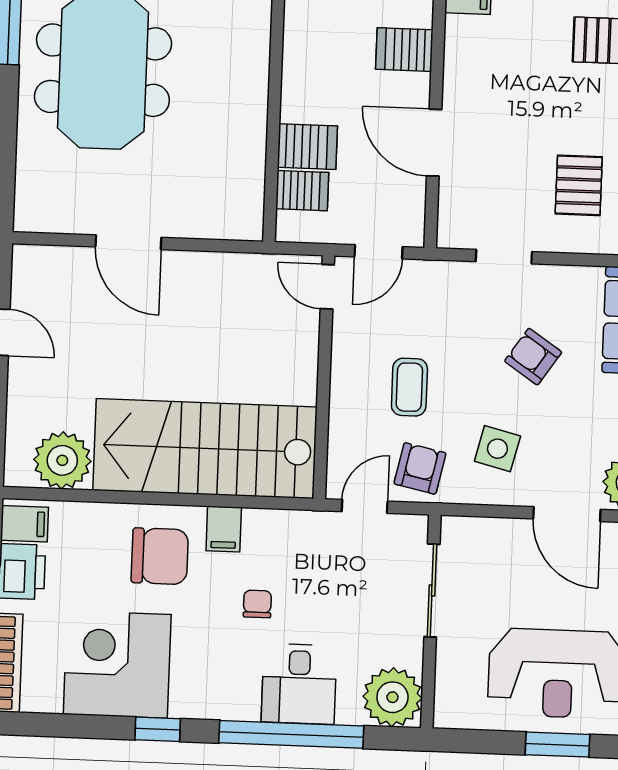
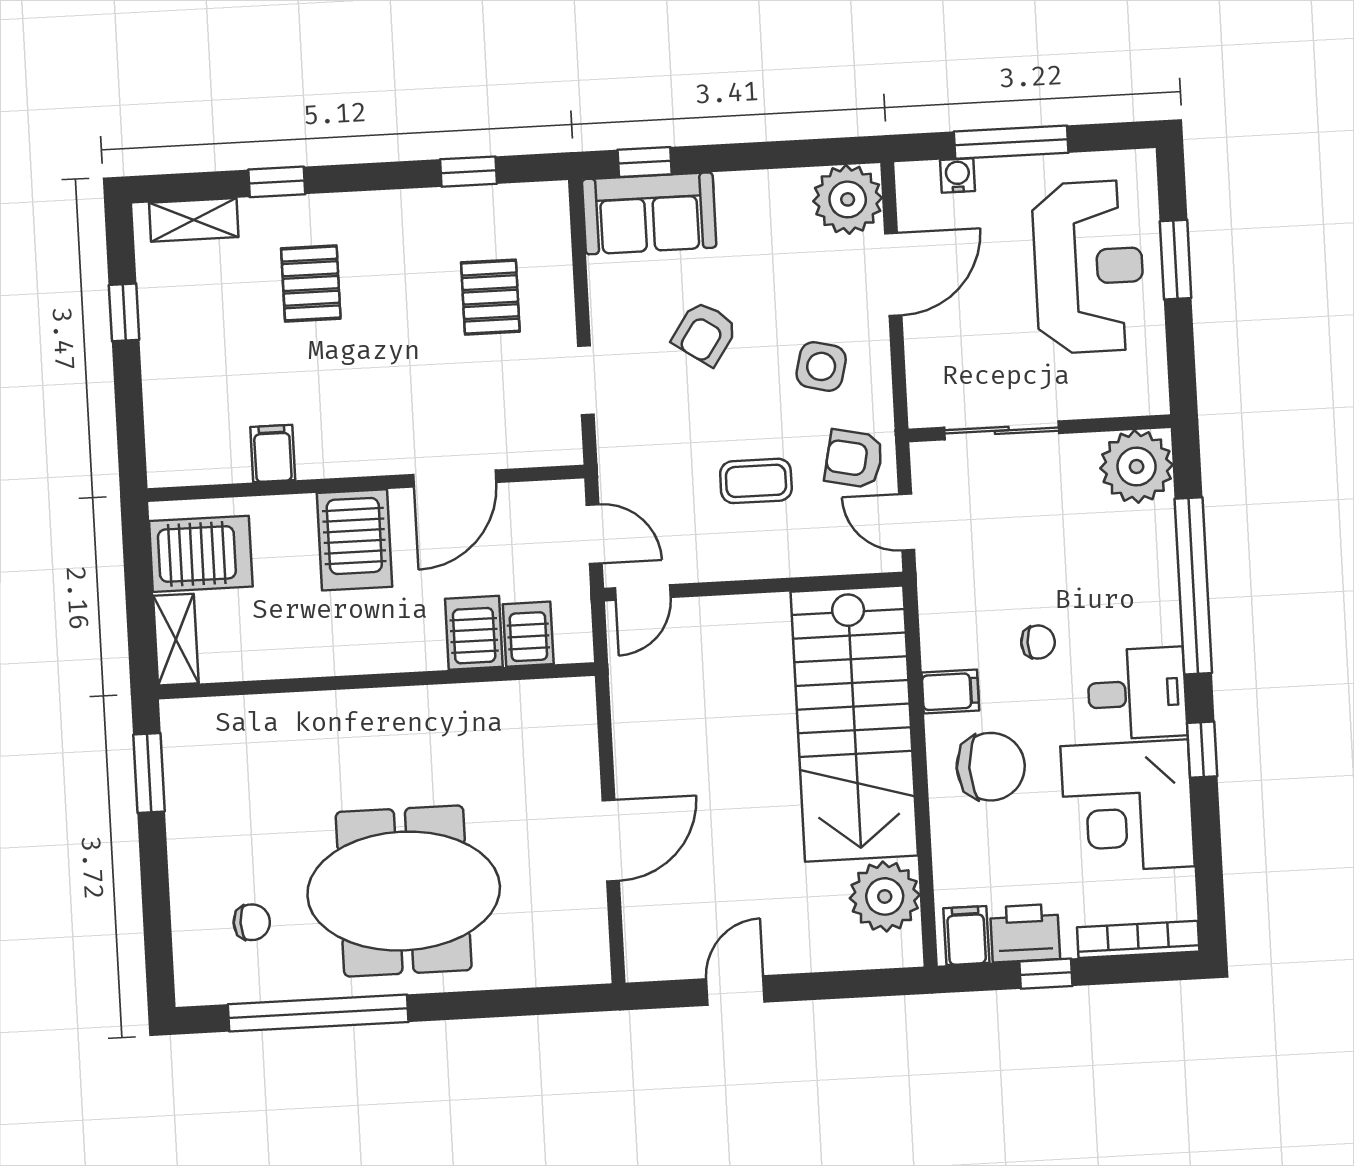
server rack: (404, 50) -> (354, 540), width x1.36, depth x1.44
pallet: (579, 185) -> (490, 297), turned 90
chair: (160, 556) -> (991, 767), turned 90
chair: (257, 604) -> (1038, 642), turned 180
desk: (299, 684) -> (1137, 693), moved

